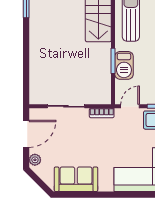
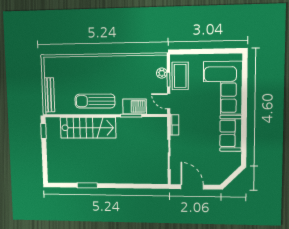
plant: (35, 160) -> (214, 180), removed
sofa: (76, 179) -> (231, 133), moved

